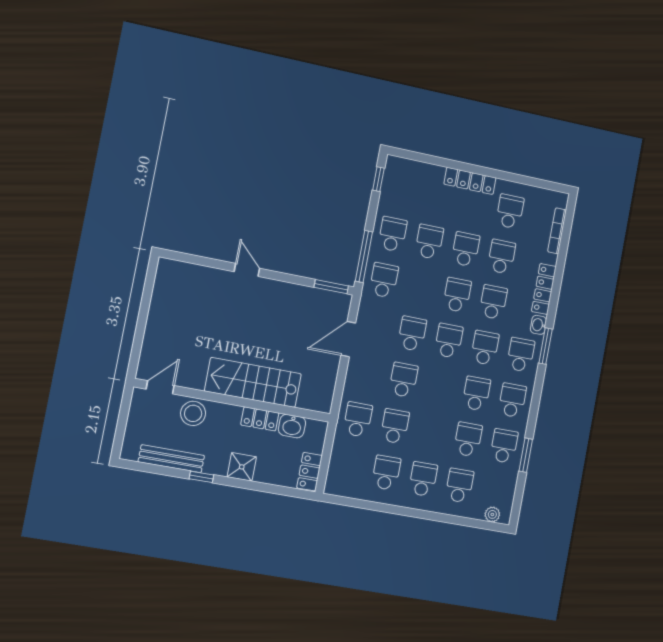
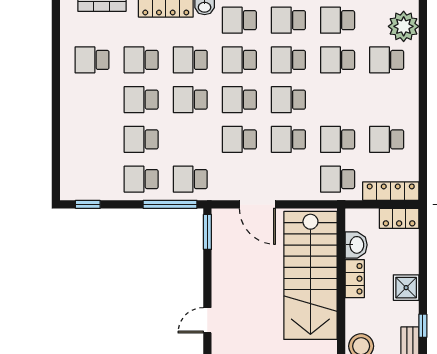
locker: (470, 181) -> (391, 191), moved, turned -90
stairs: (253, 382) -> (310, 275), width x1.36, depth x1.51
school desk: (423, 479) -> (288, 100), moved
plant: (492, 514) -> (404, 26), width x1.87, depth x1.87

